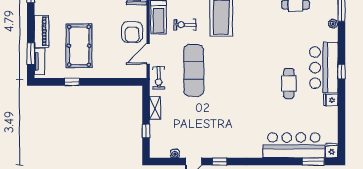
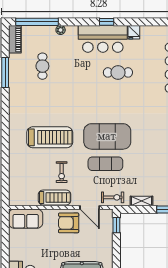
armchair: (132, 32) -> (69, 223), turned 180
exercise mat: (194, 70) -> (105, 164), width x0.73, depth x0.69
exercise mat: (222, 72) -> (107, 136), added
window: (130, 82) -> (116, 225), added

